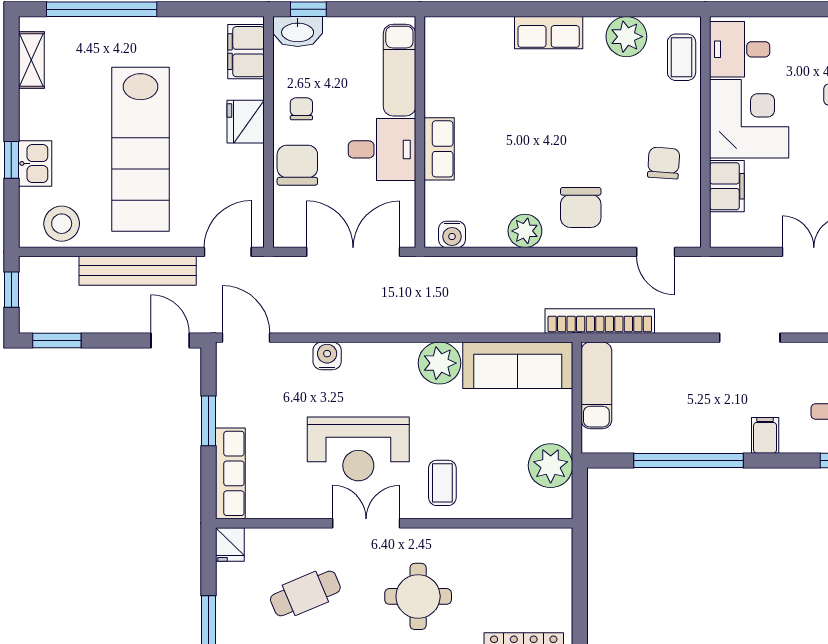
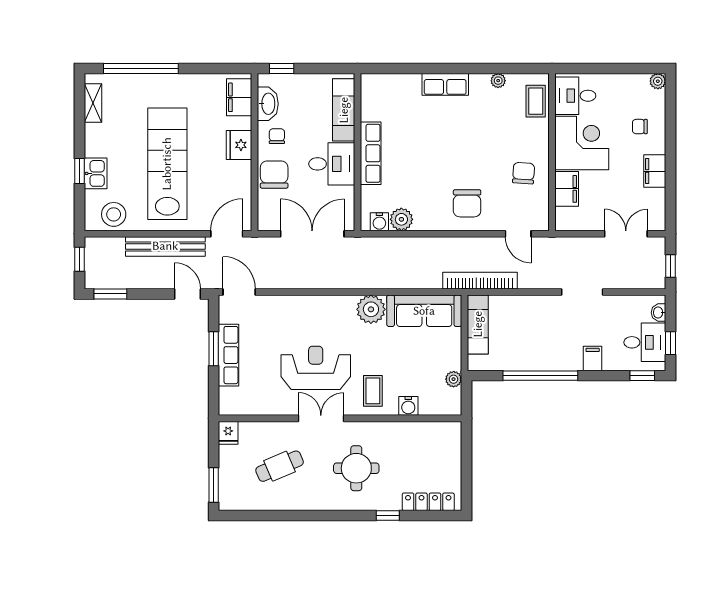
washbasin: (298, 32) -> (268, 104), moved, turned -90
plant: (626, 37) -> (498, 81), width x0.53, depth x0.53
lab bench: (141, 149) -> (167, 164), turned 180
row of seats: (439, 149) -> (371, 153), width x1.48
plant: (525, 231) -> (401, 219), moved
water cooler: (327, 356) -> (408, 406), moved, turned 180
reception desk: (358, 449) -> (316, 368), turned 180
plant: (551, 466) -> (454, 379), width x0.53, depth x0.53
row of seats: (230, 473) -> (229, 355), moved

